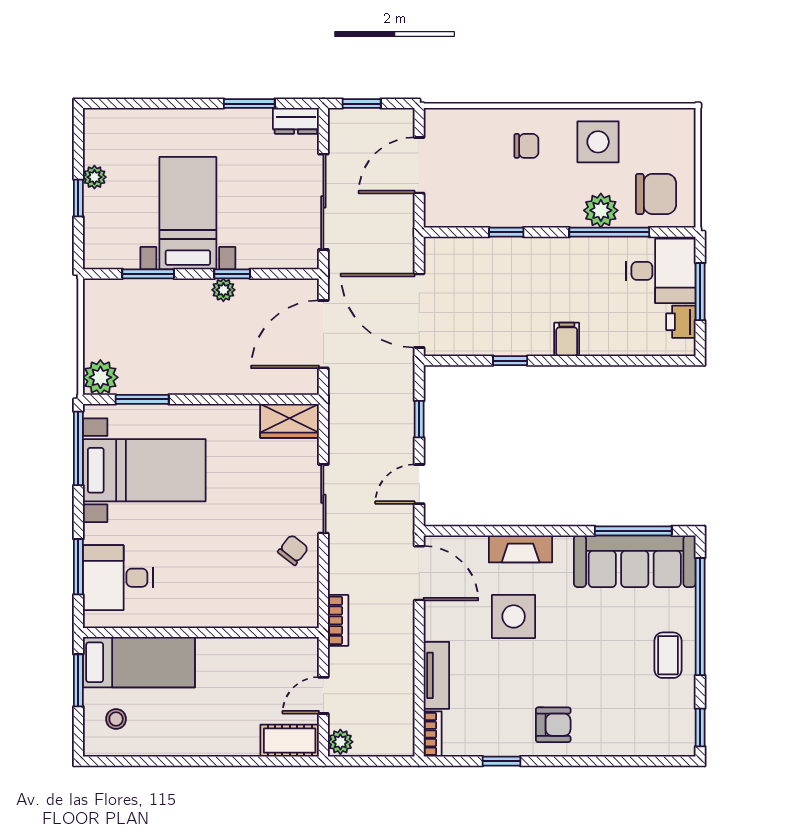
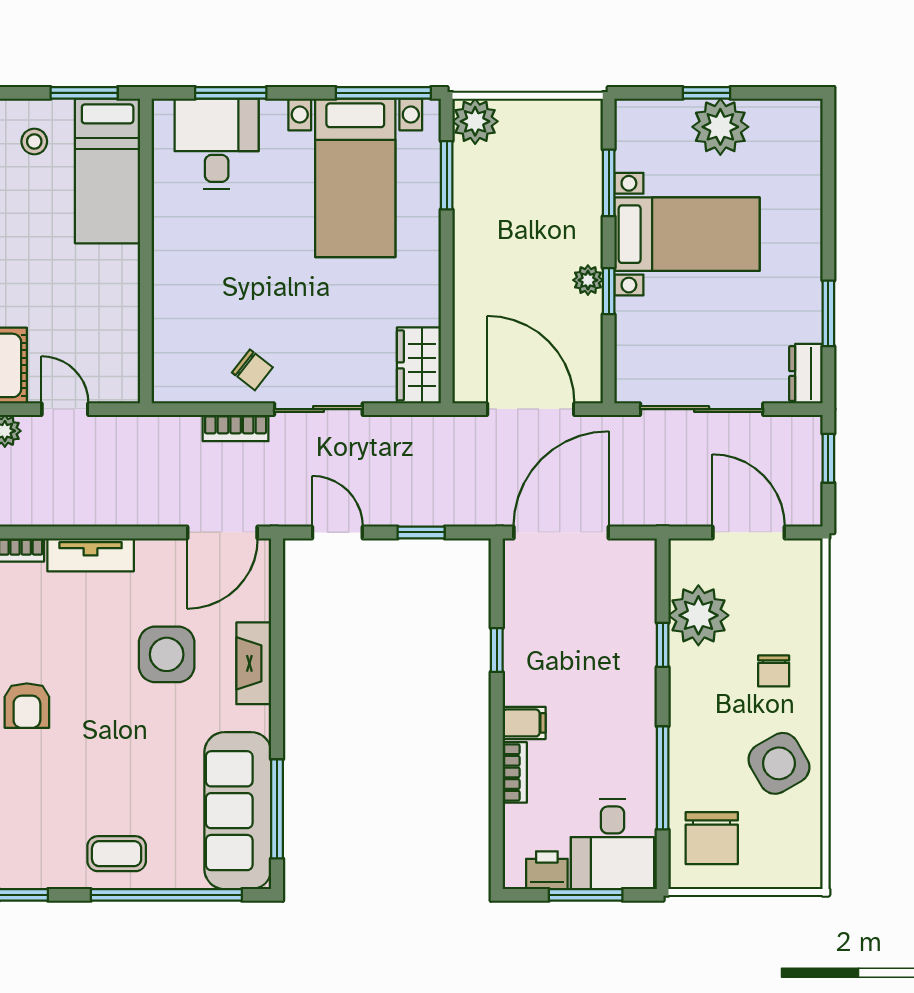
side table: (598, 142) -> (779, 763), turned -30
plant: (94, 177) -> (720, 127), width x1.88, depth x1.88
plant: (601, 210) -> (698, 615), moved, width x1.36, depth x1.36
bookcase: (605, 347) -> (515, 772), added
bookcase: (338, 620) -> (236, 428), moved

